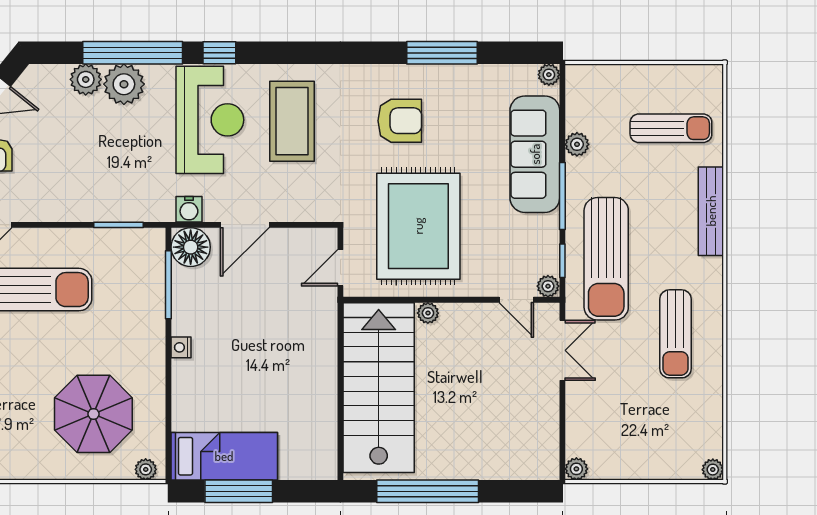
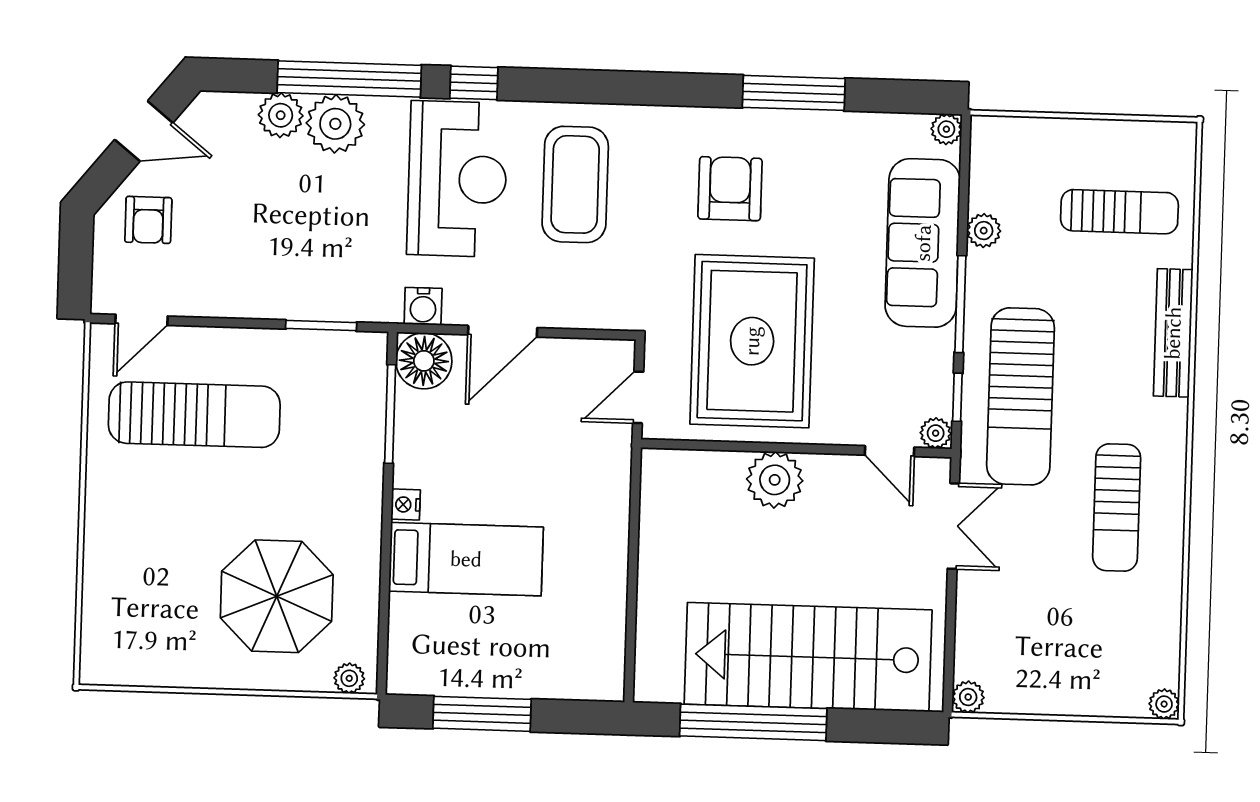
armchair: (400, 121) -> (730, 189), turned -90
plant: (428, 313) -> (775, 480), width x1.87, depth x1.87
stairs: (379, 388) -> (808, 657), moved, turned -90
bed: (224, 456) -> (466, 559), moved

